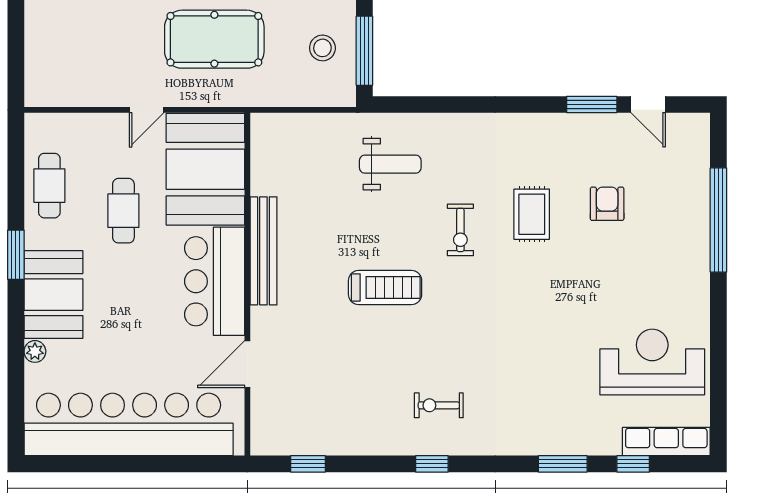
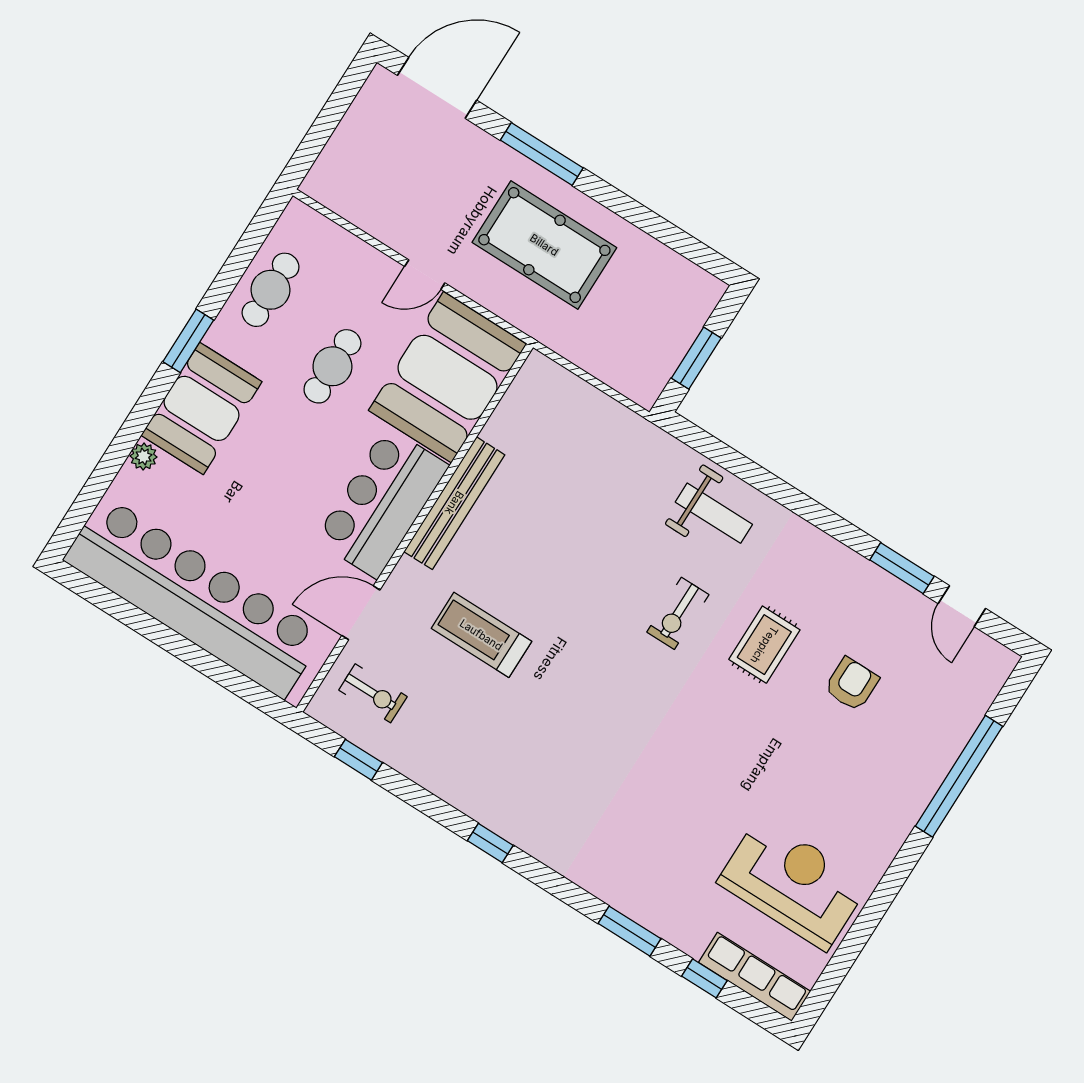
stool: (322, 48) -> (654, 327), removed
window: (364, 51) -> (696, 358), width x0.69
weight bench: (390, 164) -> (714, 513), moved
treadmill: (385, 287) -> (481, 635), moved, turned 180
exercise bike: (439, 405) -> (373, 693), moved, turned 180

